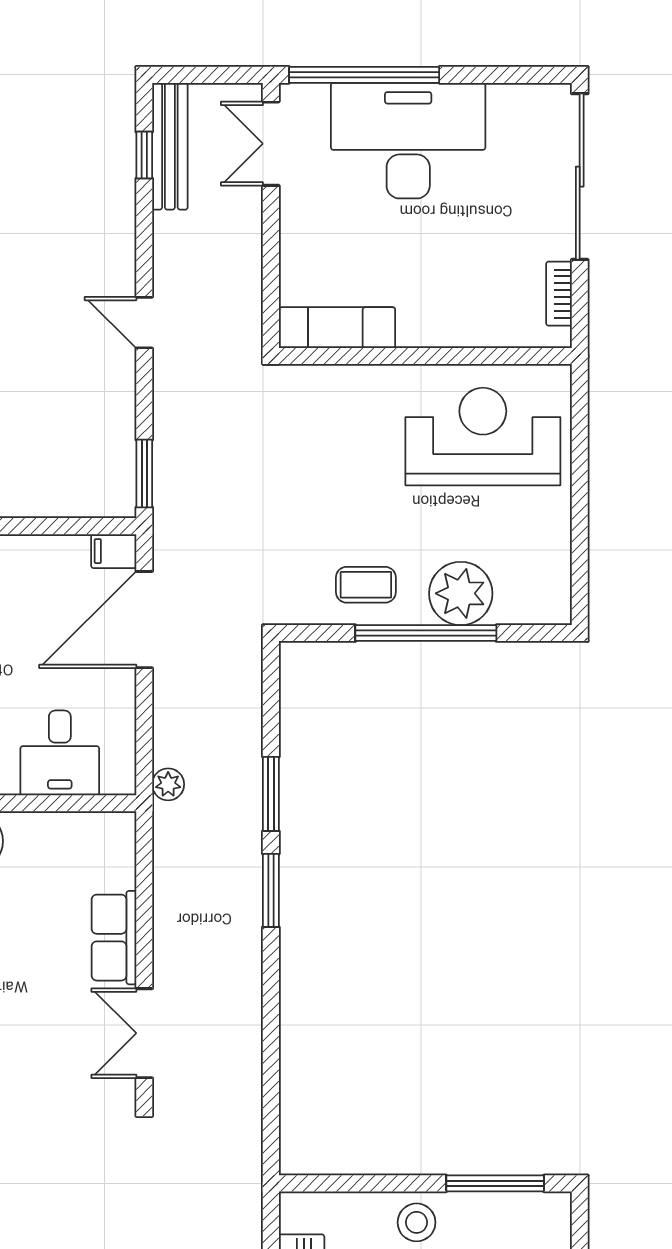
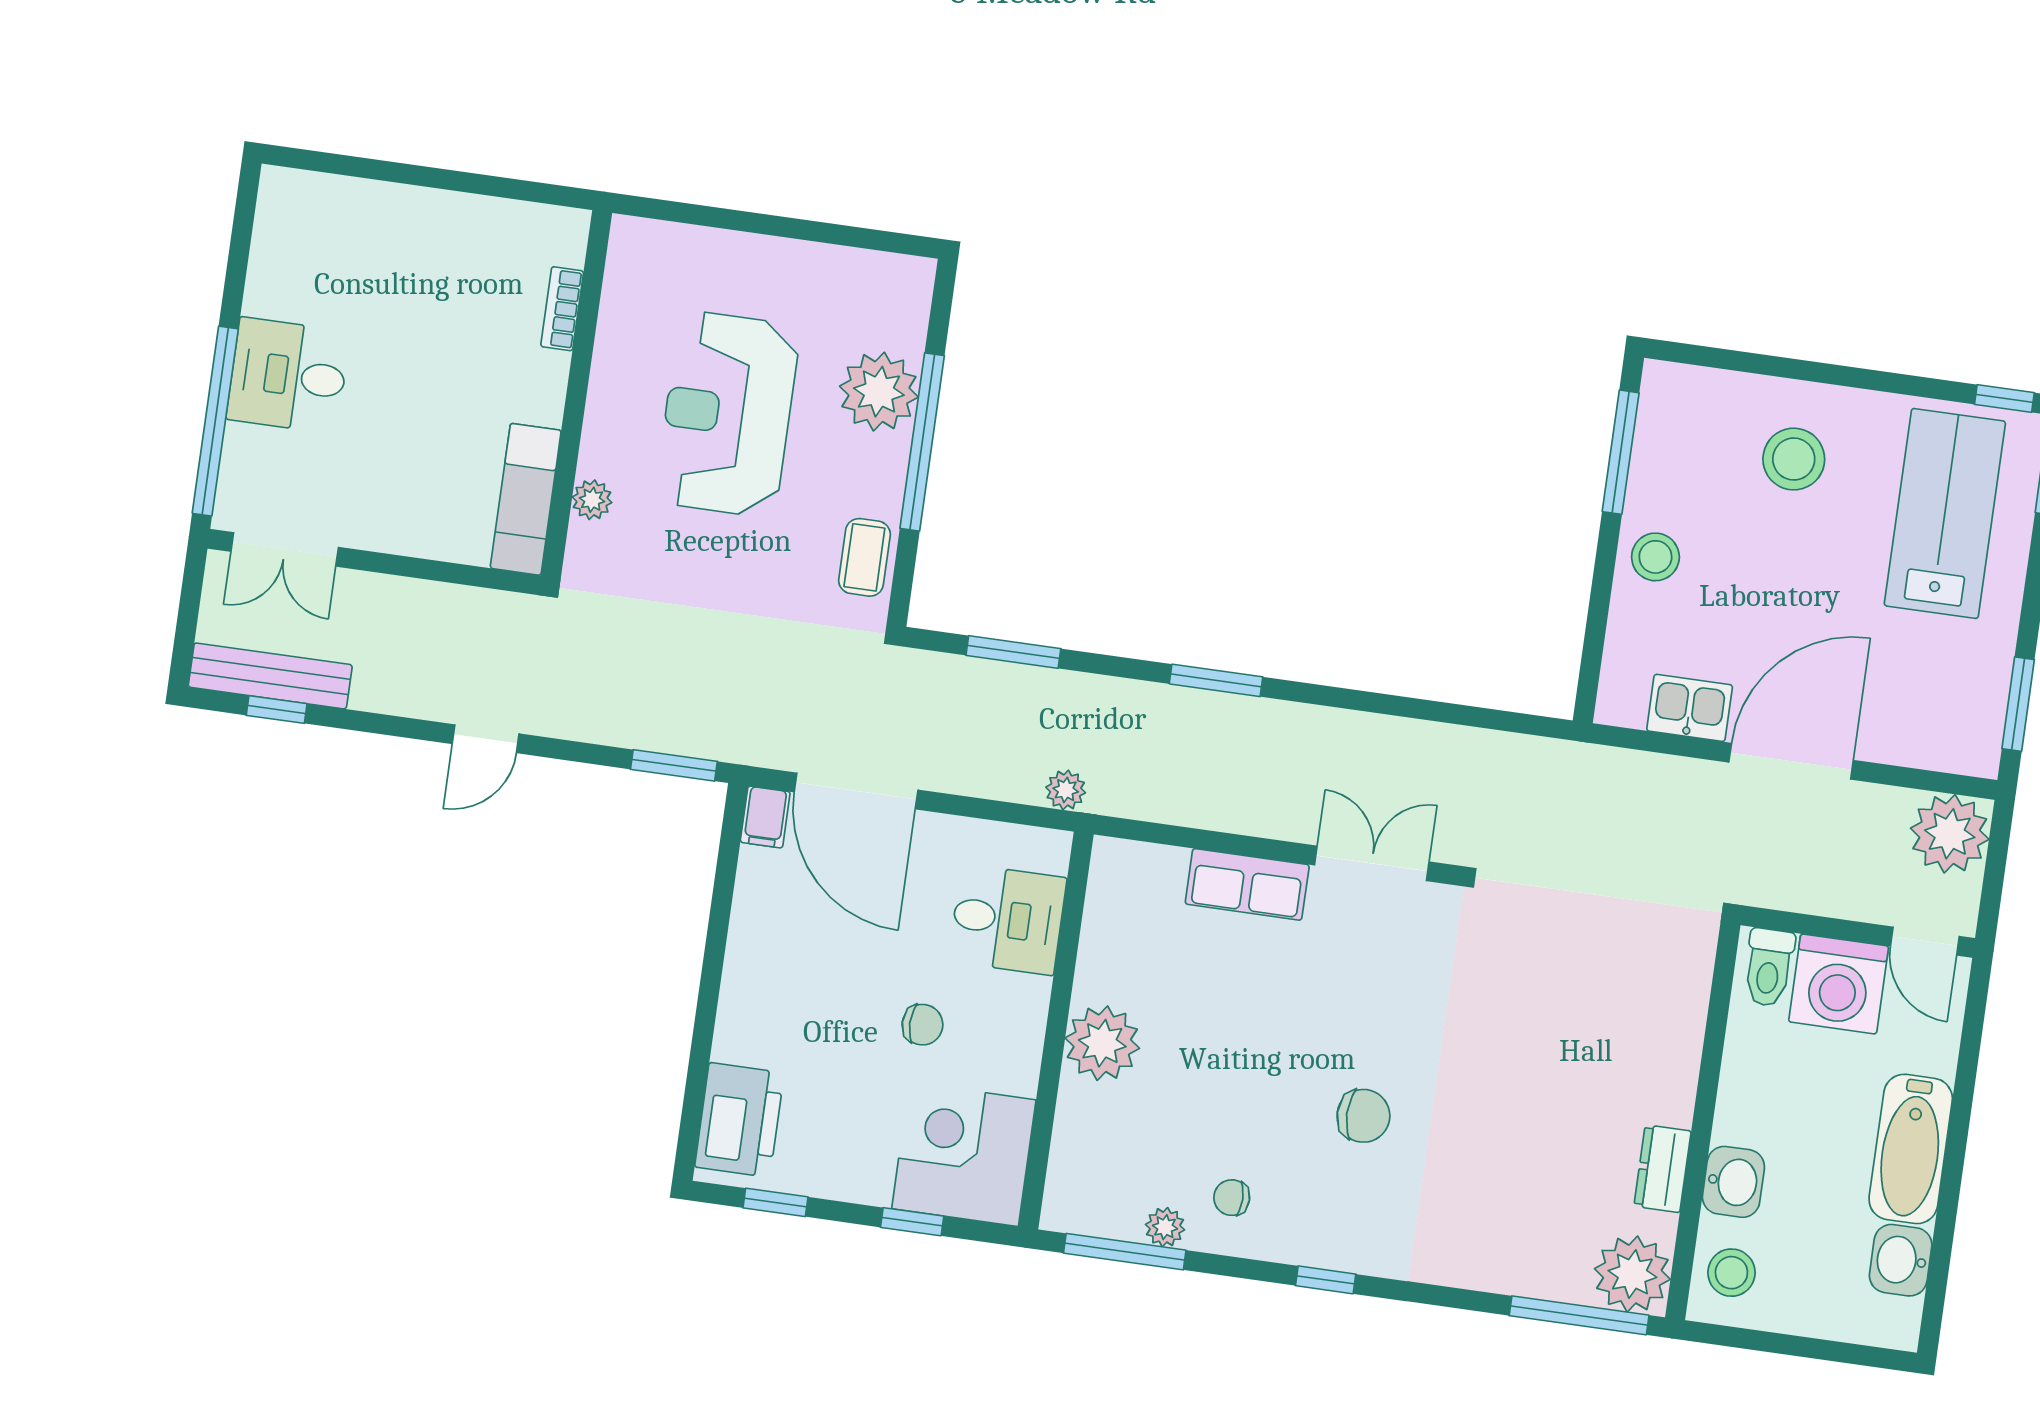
desk: (408, 141) -> (288, 375), width x0.53, depth x0.77
sliding door: (580, 177) -> (380, 170), removed
bookcase: (559, 294) -> (562, 309), moved, turned 90
plant: (344, 380) -> (592, 500), added
reception desk: (483, 437) -> (727, 414), moved
coffee table: (366, 585) -> (864, 557), moved
window: (271, 794) -> (1013, 652), moved
double door: (144, 1033) -> (1372, 863), swing flipped

